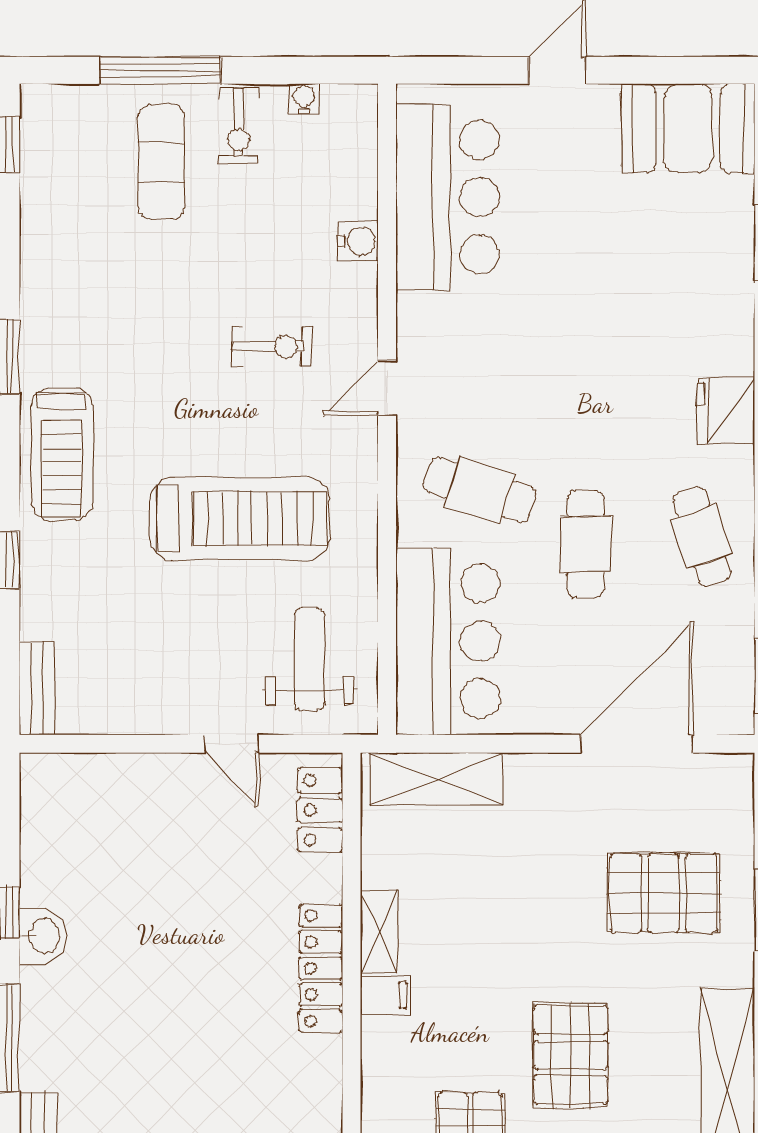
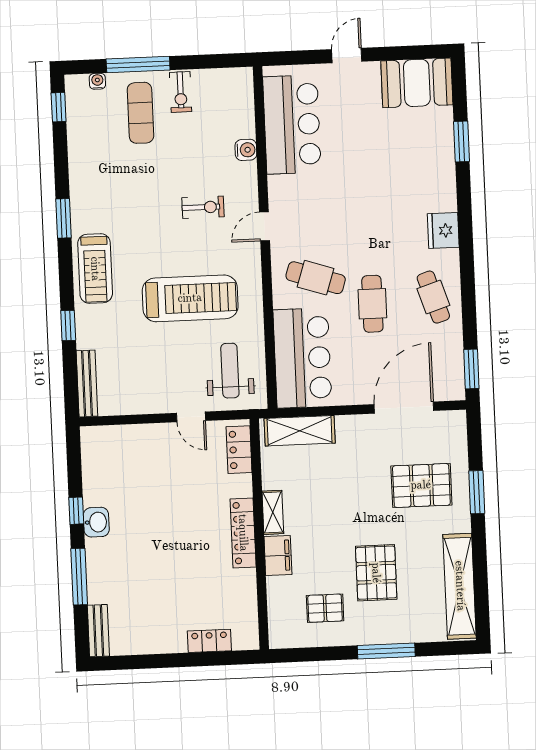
water cooler: (304, 99) -> (97, 81), moved
bench: (37, 689) -> (87, 383), width x1.36
filing cabinet: (385, 995) -> (278, 555), width x2.00

